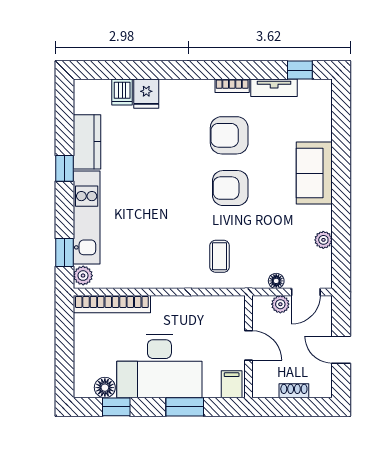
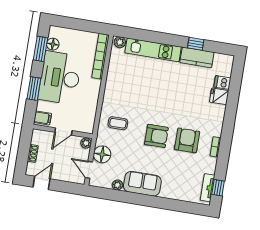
tv unit: (274, 88) -> (208, 188), moved
window: (65, 168) -> (196, 44), moved
sofa: (314, 173) -> (142, 184), moved
armchair: (230, 188) -> (156, 136), turned 90
window: (65, 253) -> (135, 34), removed
floor lamp: (276, 281) -> (102, 154), width x1.89, depth x1.89
plant: (280, 304) -> (86, 143), moved
door: (341, 350) -> (42, 183), moved
window: (116, 407) -> (40, 49), width x1.50

